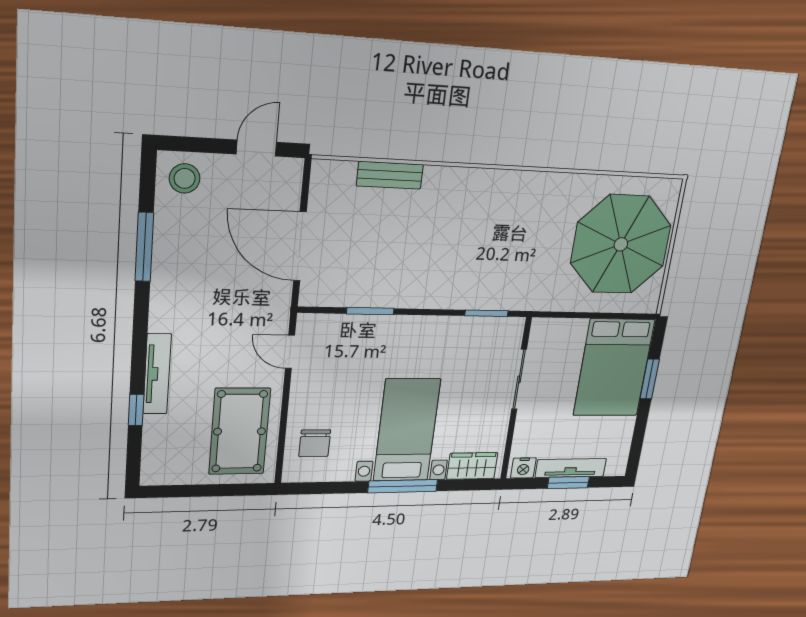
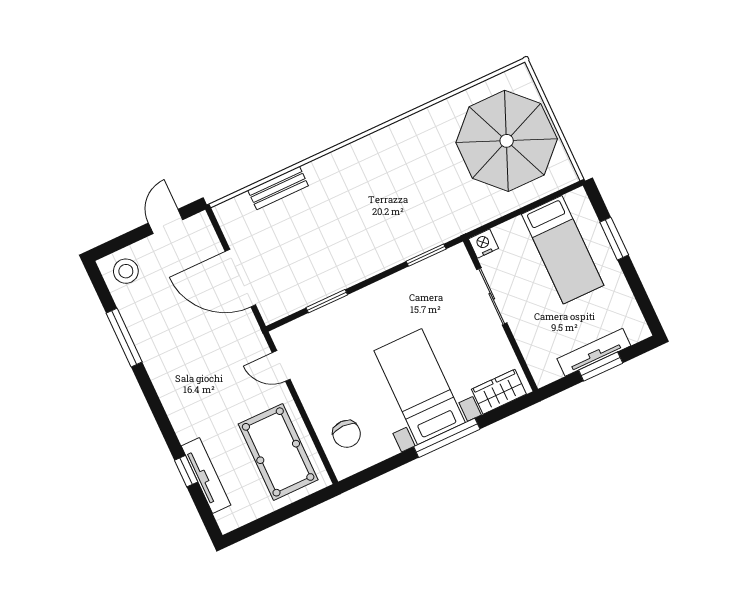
bed: (614, 368) -> (563, 250), width x0.67
tv unit: (157, 374) -> (206, 475), moved
nightstand: (523, 468) -> (483, 244), moved, turned 180

